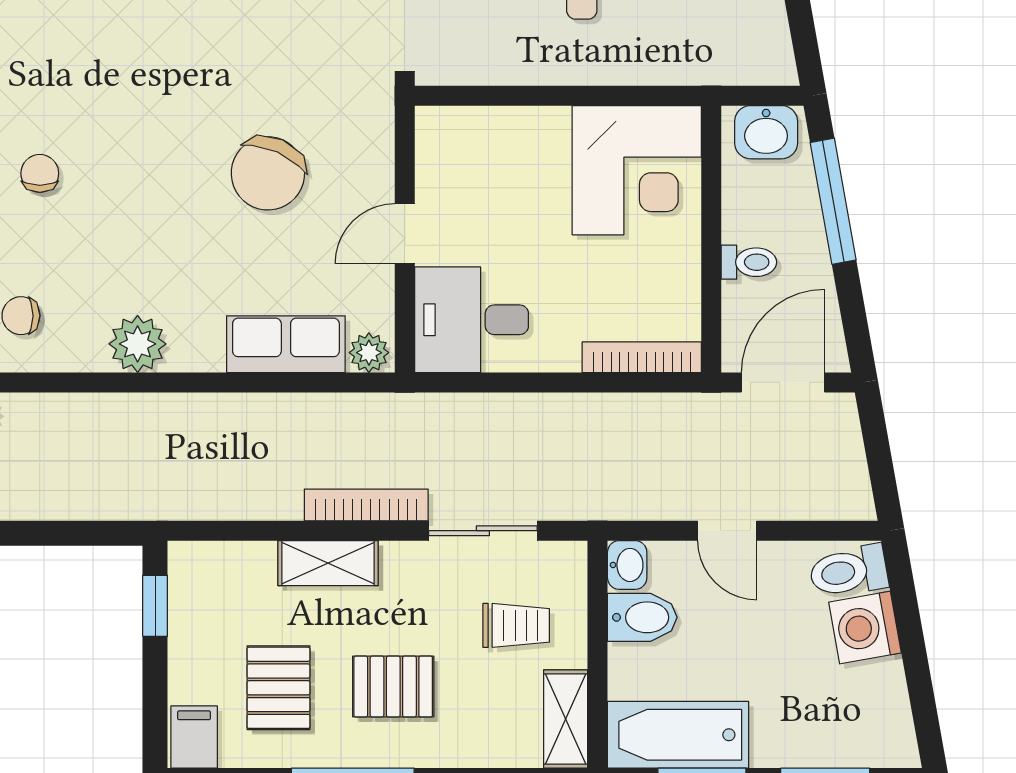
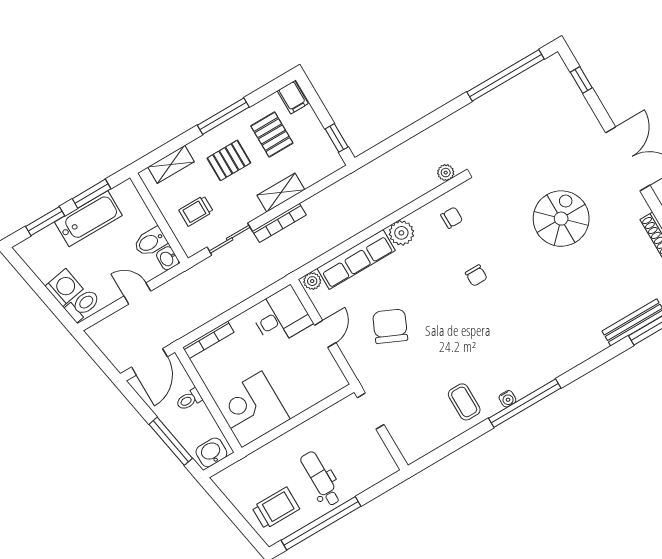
row of seats: (286, 344) -> (356, 259), width x1.48
shelving: (566, 719) -> (171, 164), moved, turned 90
bathtub: (678, 735) -> (88, 219), moved

